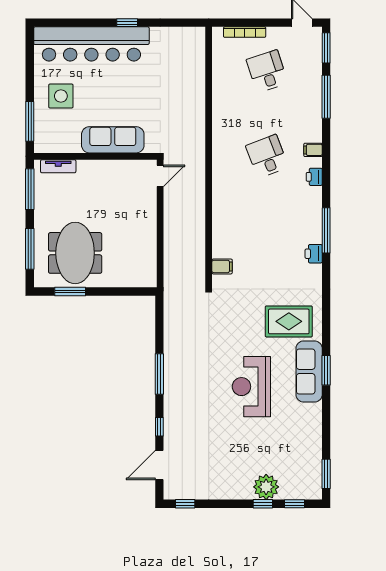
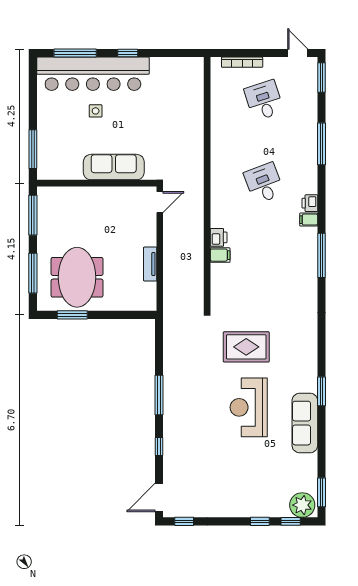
window: (73, 23) -> (75, 53), added
side table: (61, 96) -> (96, 111), moved, width x0.54, depth x0.54
window: (326, 97) -> (321, 144), moved
filing cabinet: (313, 150) -> (309, 220), moved
tv unit: (58, 166) -> (150, 264), moved, turned 90
printer: (314, 254) -> (219, 237), moved, turned 180
filing cabinet: (222, 266) -> (220, 255), moved
rug: (289, 321) -> (246, 347), moved
sofa: (309, 371) -> (305, 423), moved
door: (159, 465) -> (159, 497), moved
plant: (266, 487) -> (302, 505), moved

